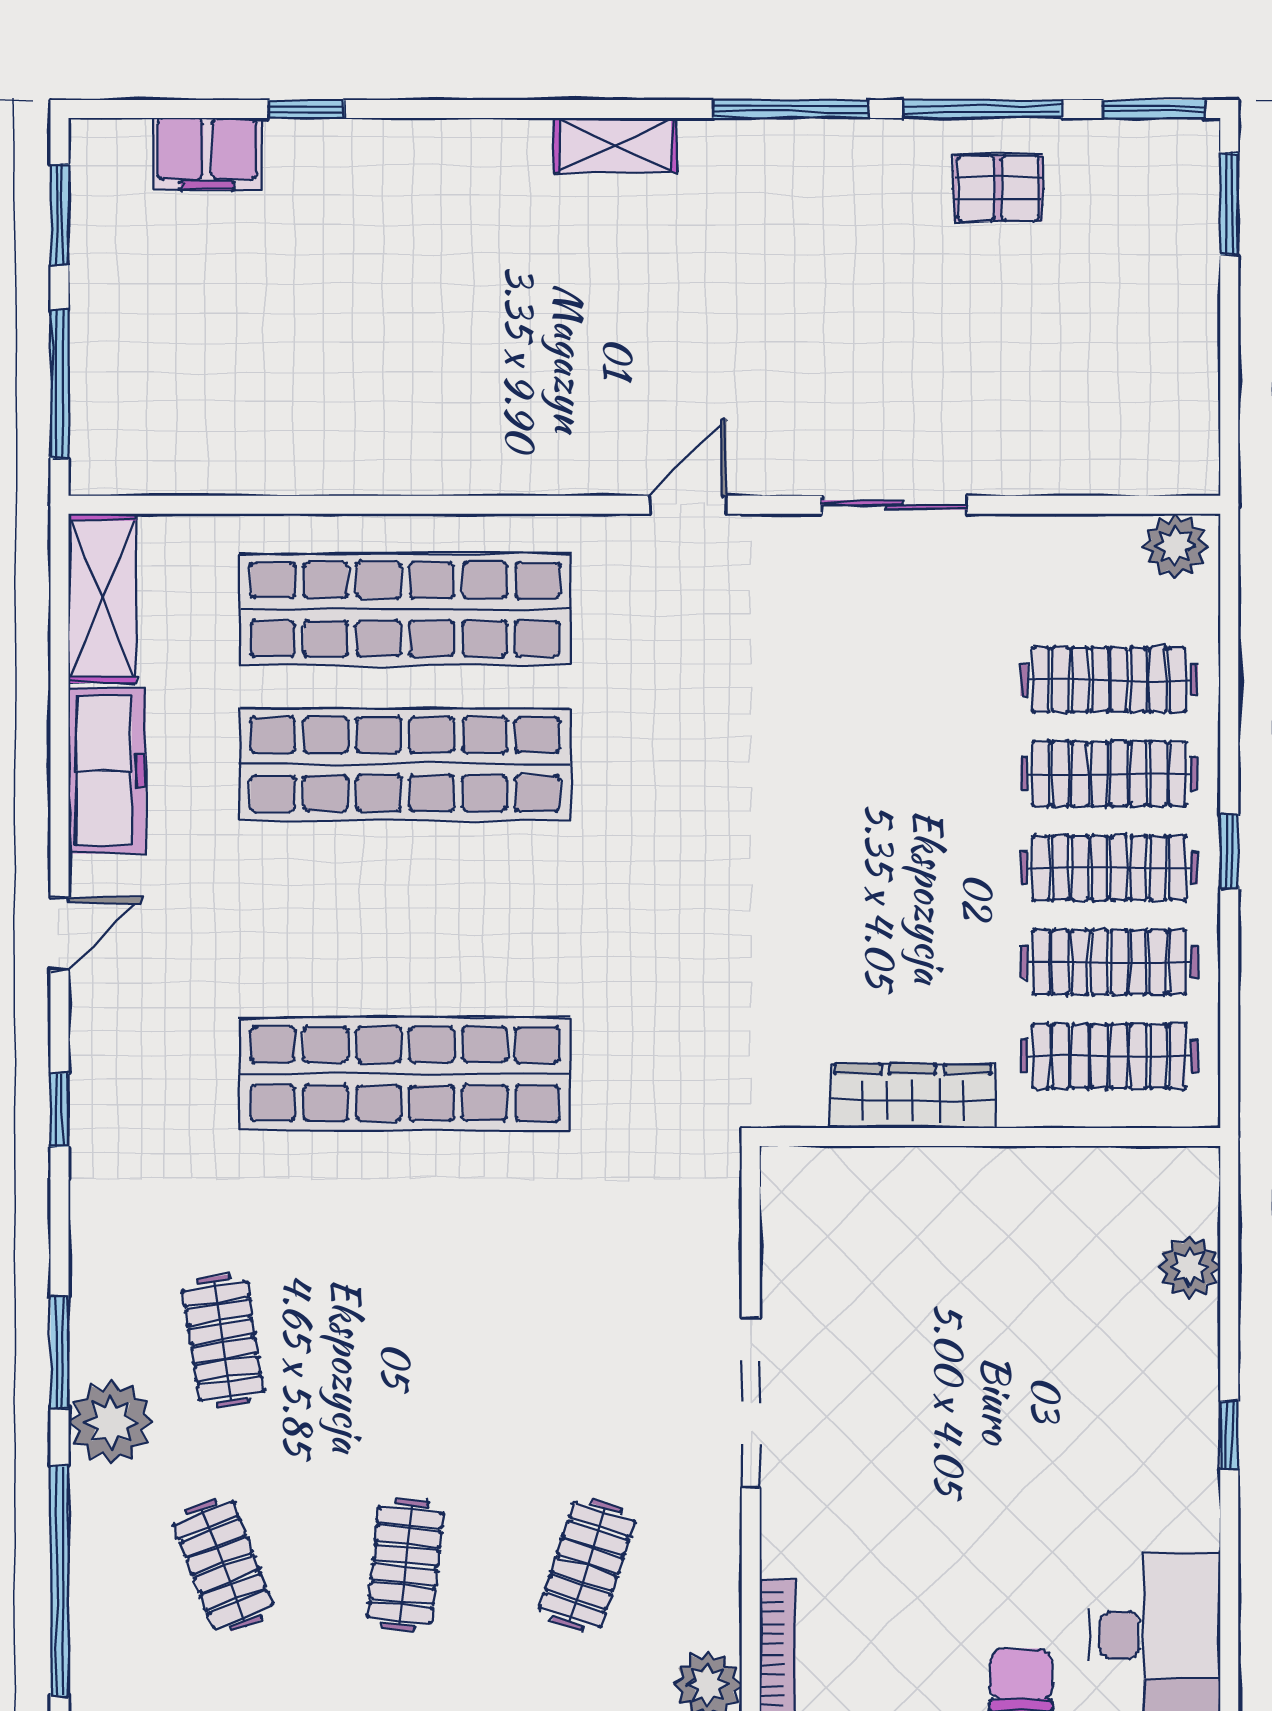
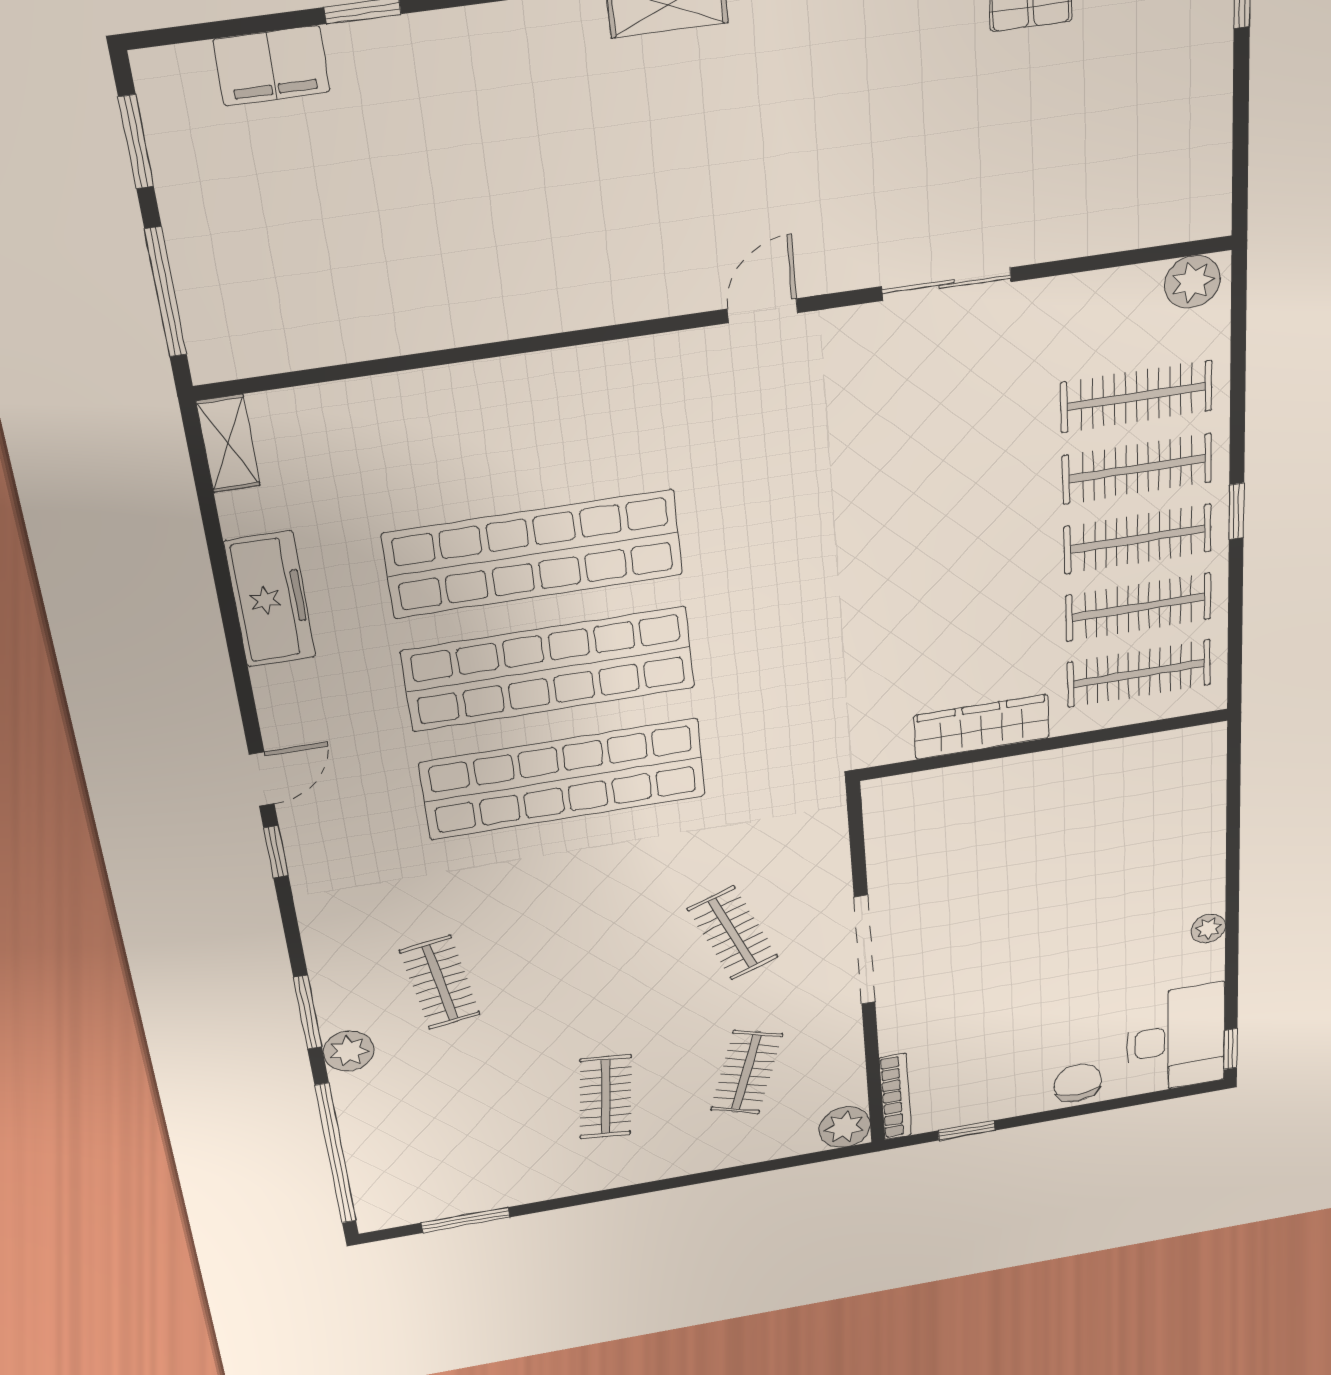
shelving: (102, 598) -> (228, 444), width x0.67, depth x0.75
shop shelf: (405, 609) -> (549, 669), moved
door: (60, 934) -> (262, 779), moved
plant: (1189, 1267) -> (1208, 929), moved, width x0.73, depth x0.73
plant: (111, 1422) -> (349, 1051), width x0.73, depth x0.73
window: (1229, 1435) -> (1231, 1049), moved
clothes rail: (223, 1565) -> (733, 933), moved

